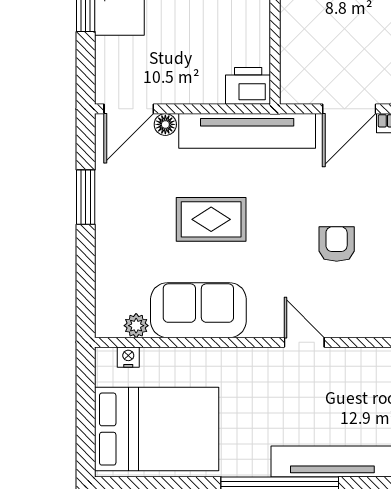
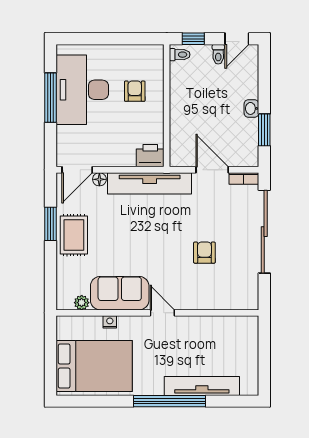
door: (349, 109) -> (212, 170), swing flipped
rug: (211, 219) -> (74, 235), moved, turned 90
door: (304, 342) -> (162, 313), moved
nightstand: (128, 357) -> (110, 322), moved

